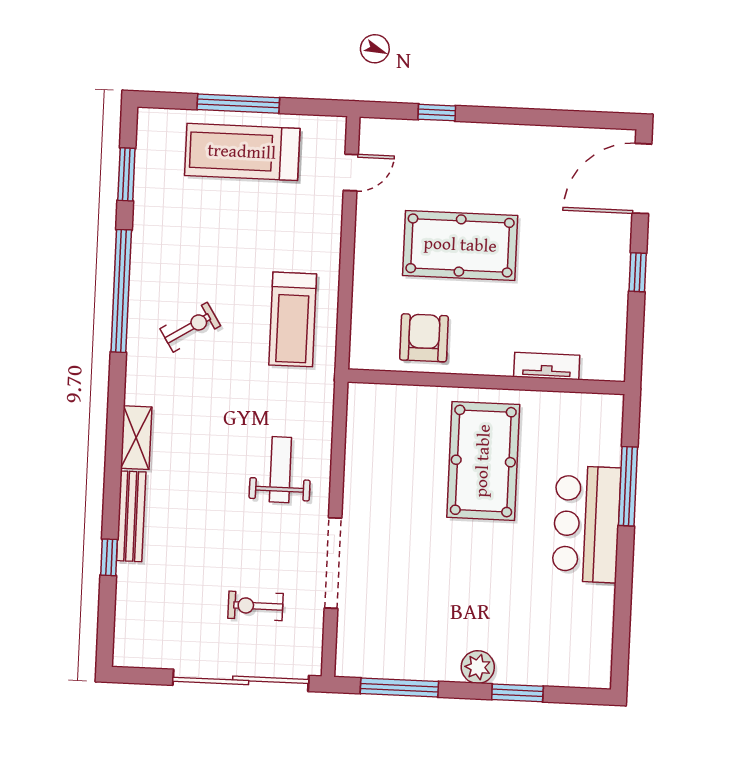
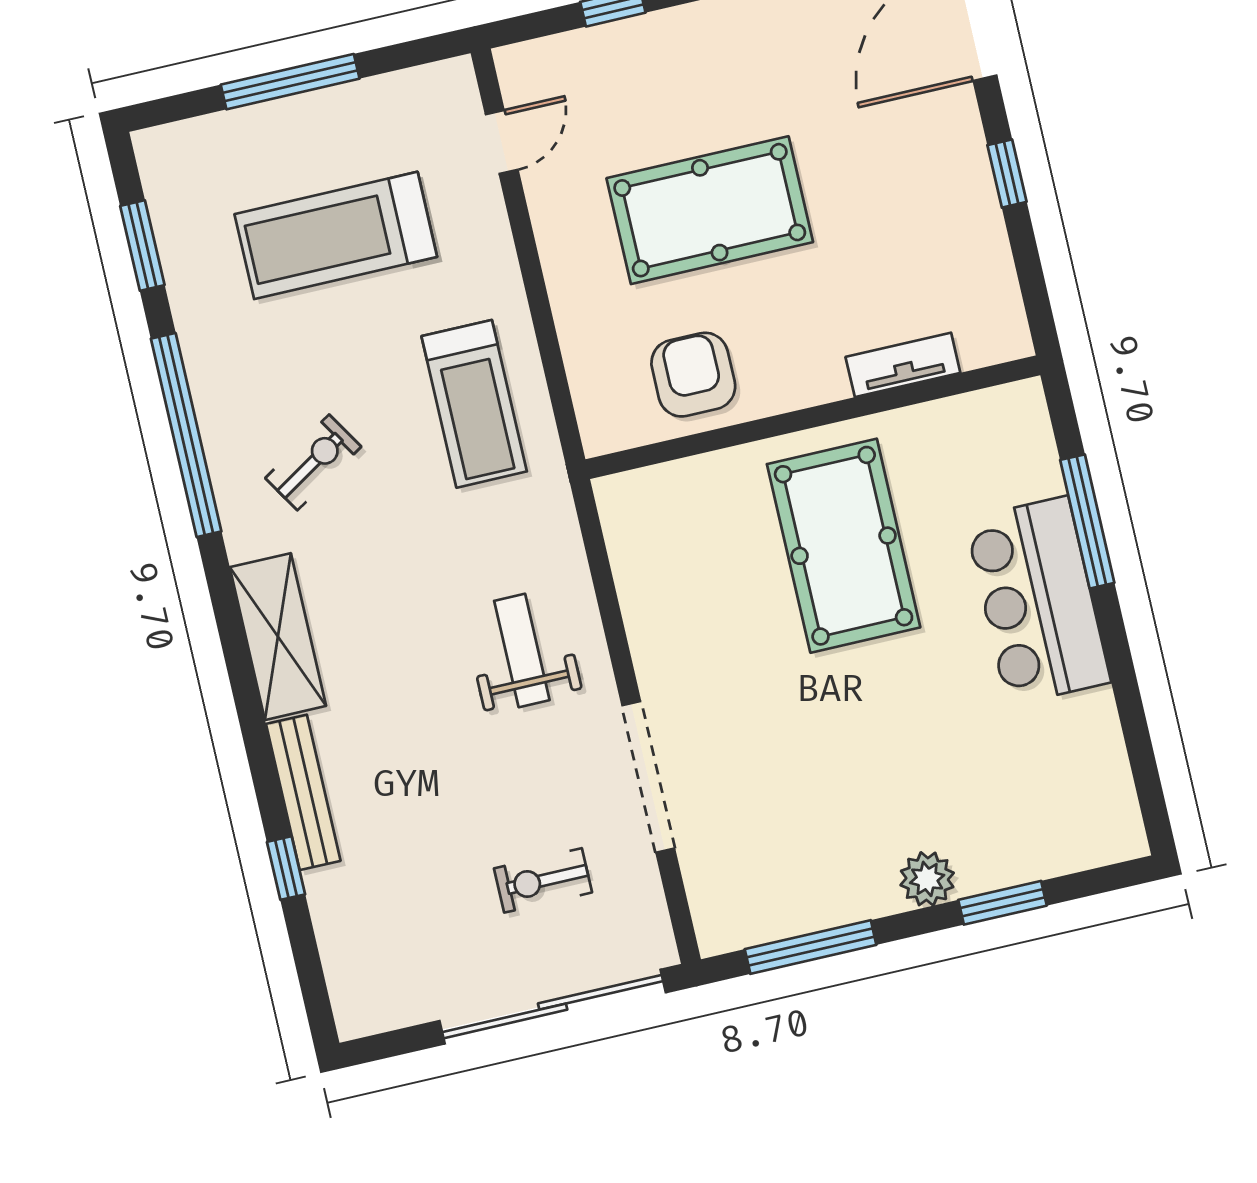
treadmill: (242, 152) -> (336, 235), moved
shelving: (136, 438) -> (278, 637), width x1.50, depth x1.33

